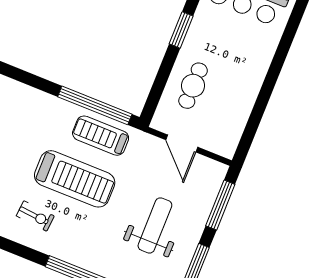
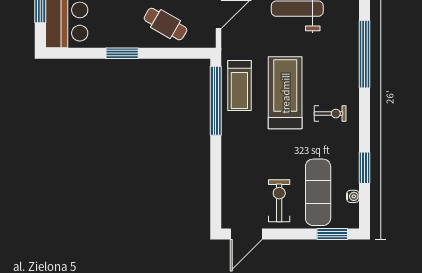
cafe table: (193, 86) -> (165, 24), turned 30
exercise bike: (35, 216) -> (330, 114), turned 85

